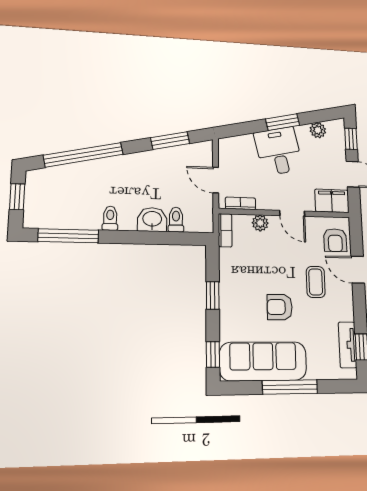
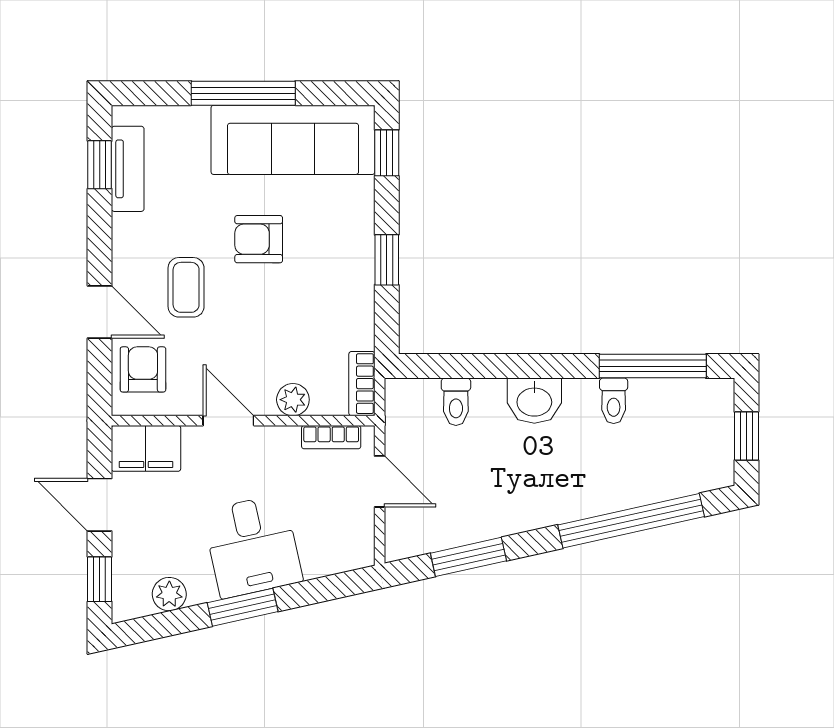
toilet: (110, 218) -> (614, 401), moved
washbasin: (152, 219) -> (534, 401), moved
armchair: (280, 307) -> (259, 239), turned 180

